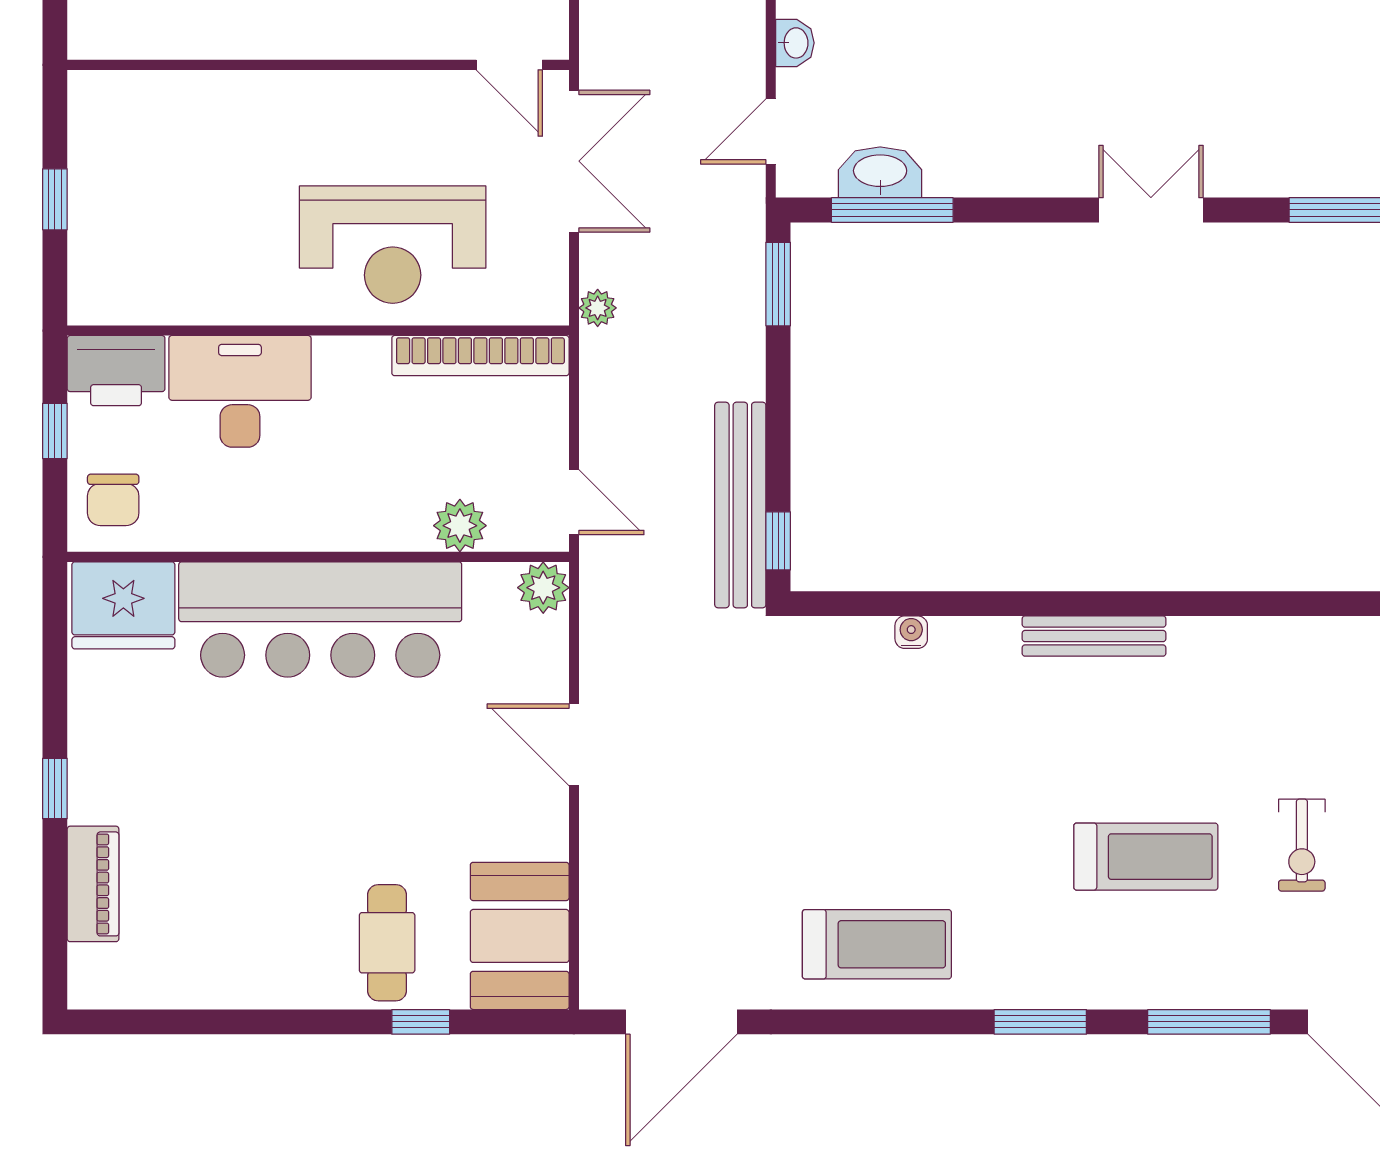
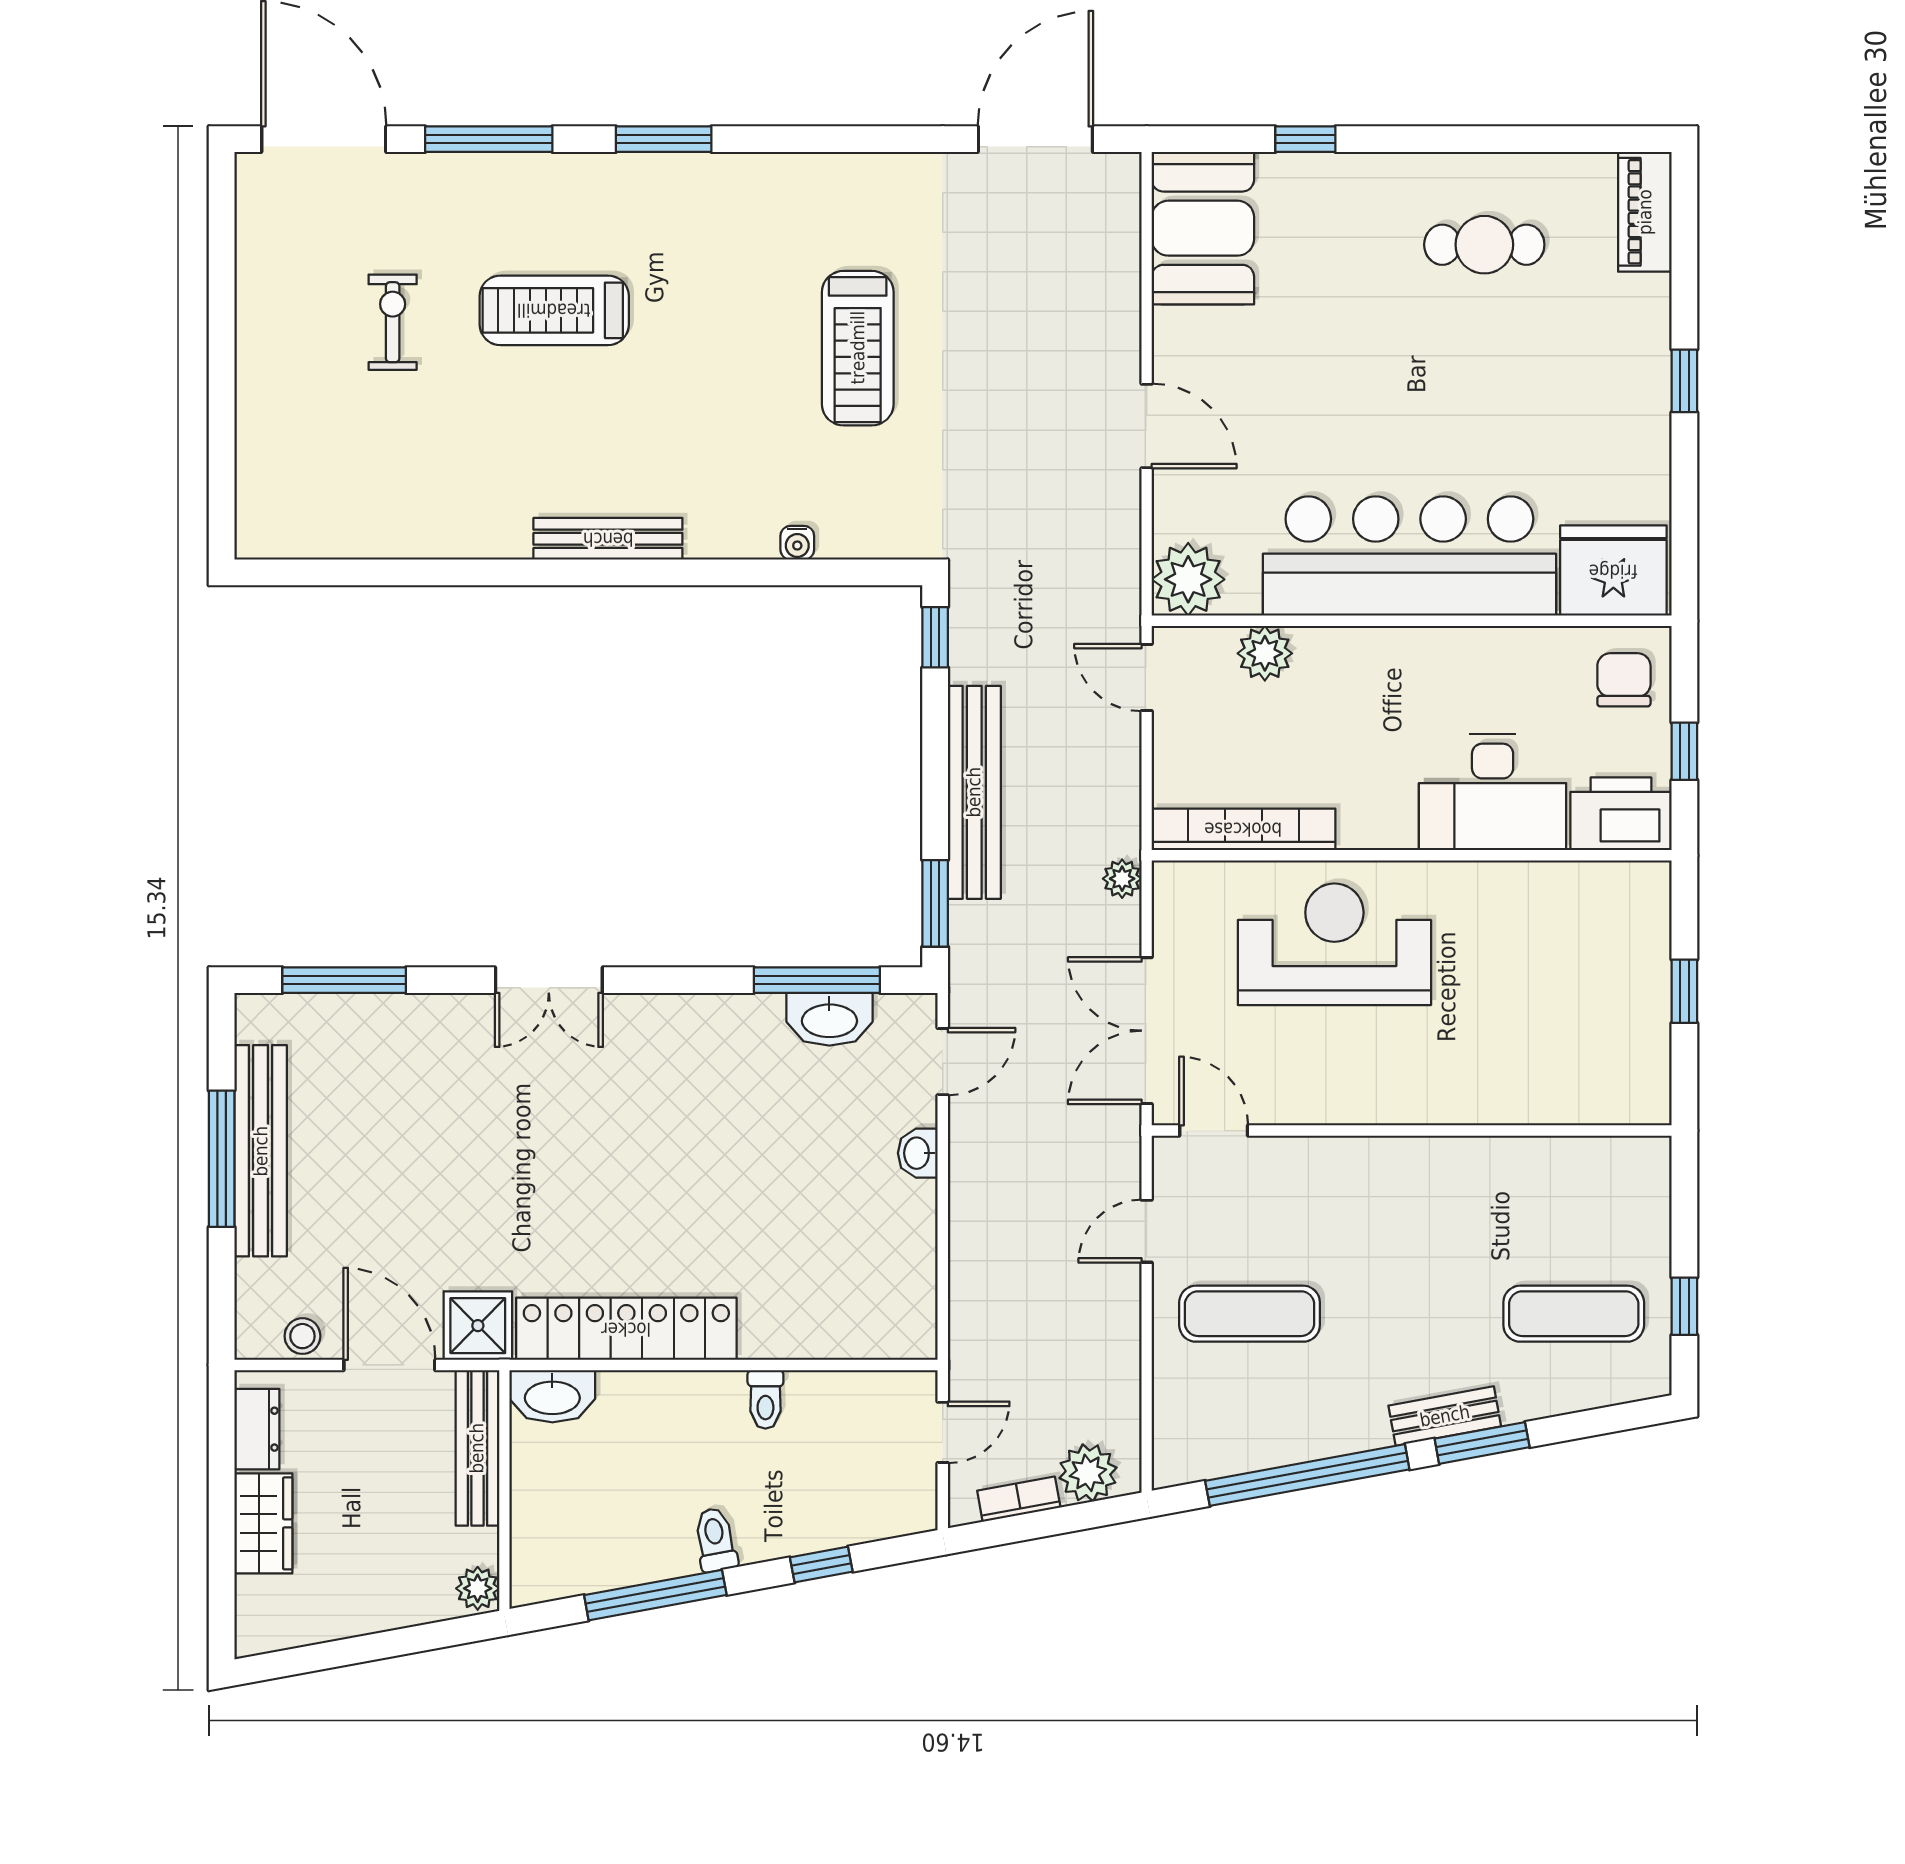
bench: (740, 505) -> (974, 792), moved
plant: (543, 588) -> (1188, 579), width x1.36, depth x1.36
piano: (93, 884) -> (1645, 212), moved
cafe table: (387, 943) -> (1484, 245), moved, turned 90
treadmill: (877, 944) -> (858, 348), moved, turned -90

